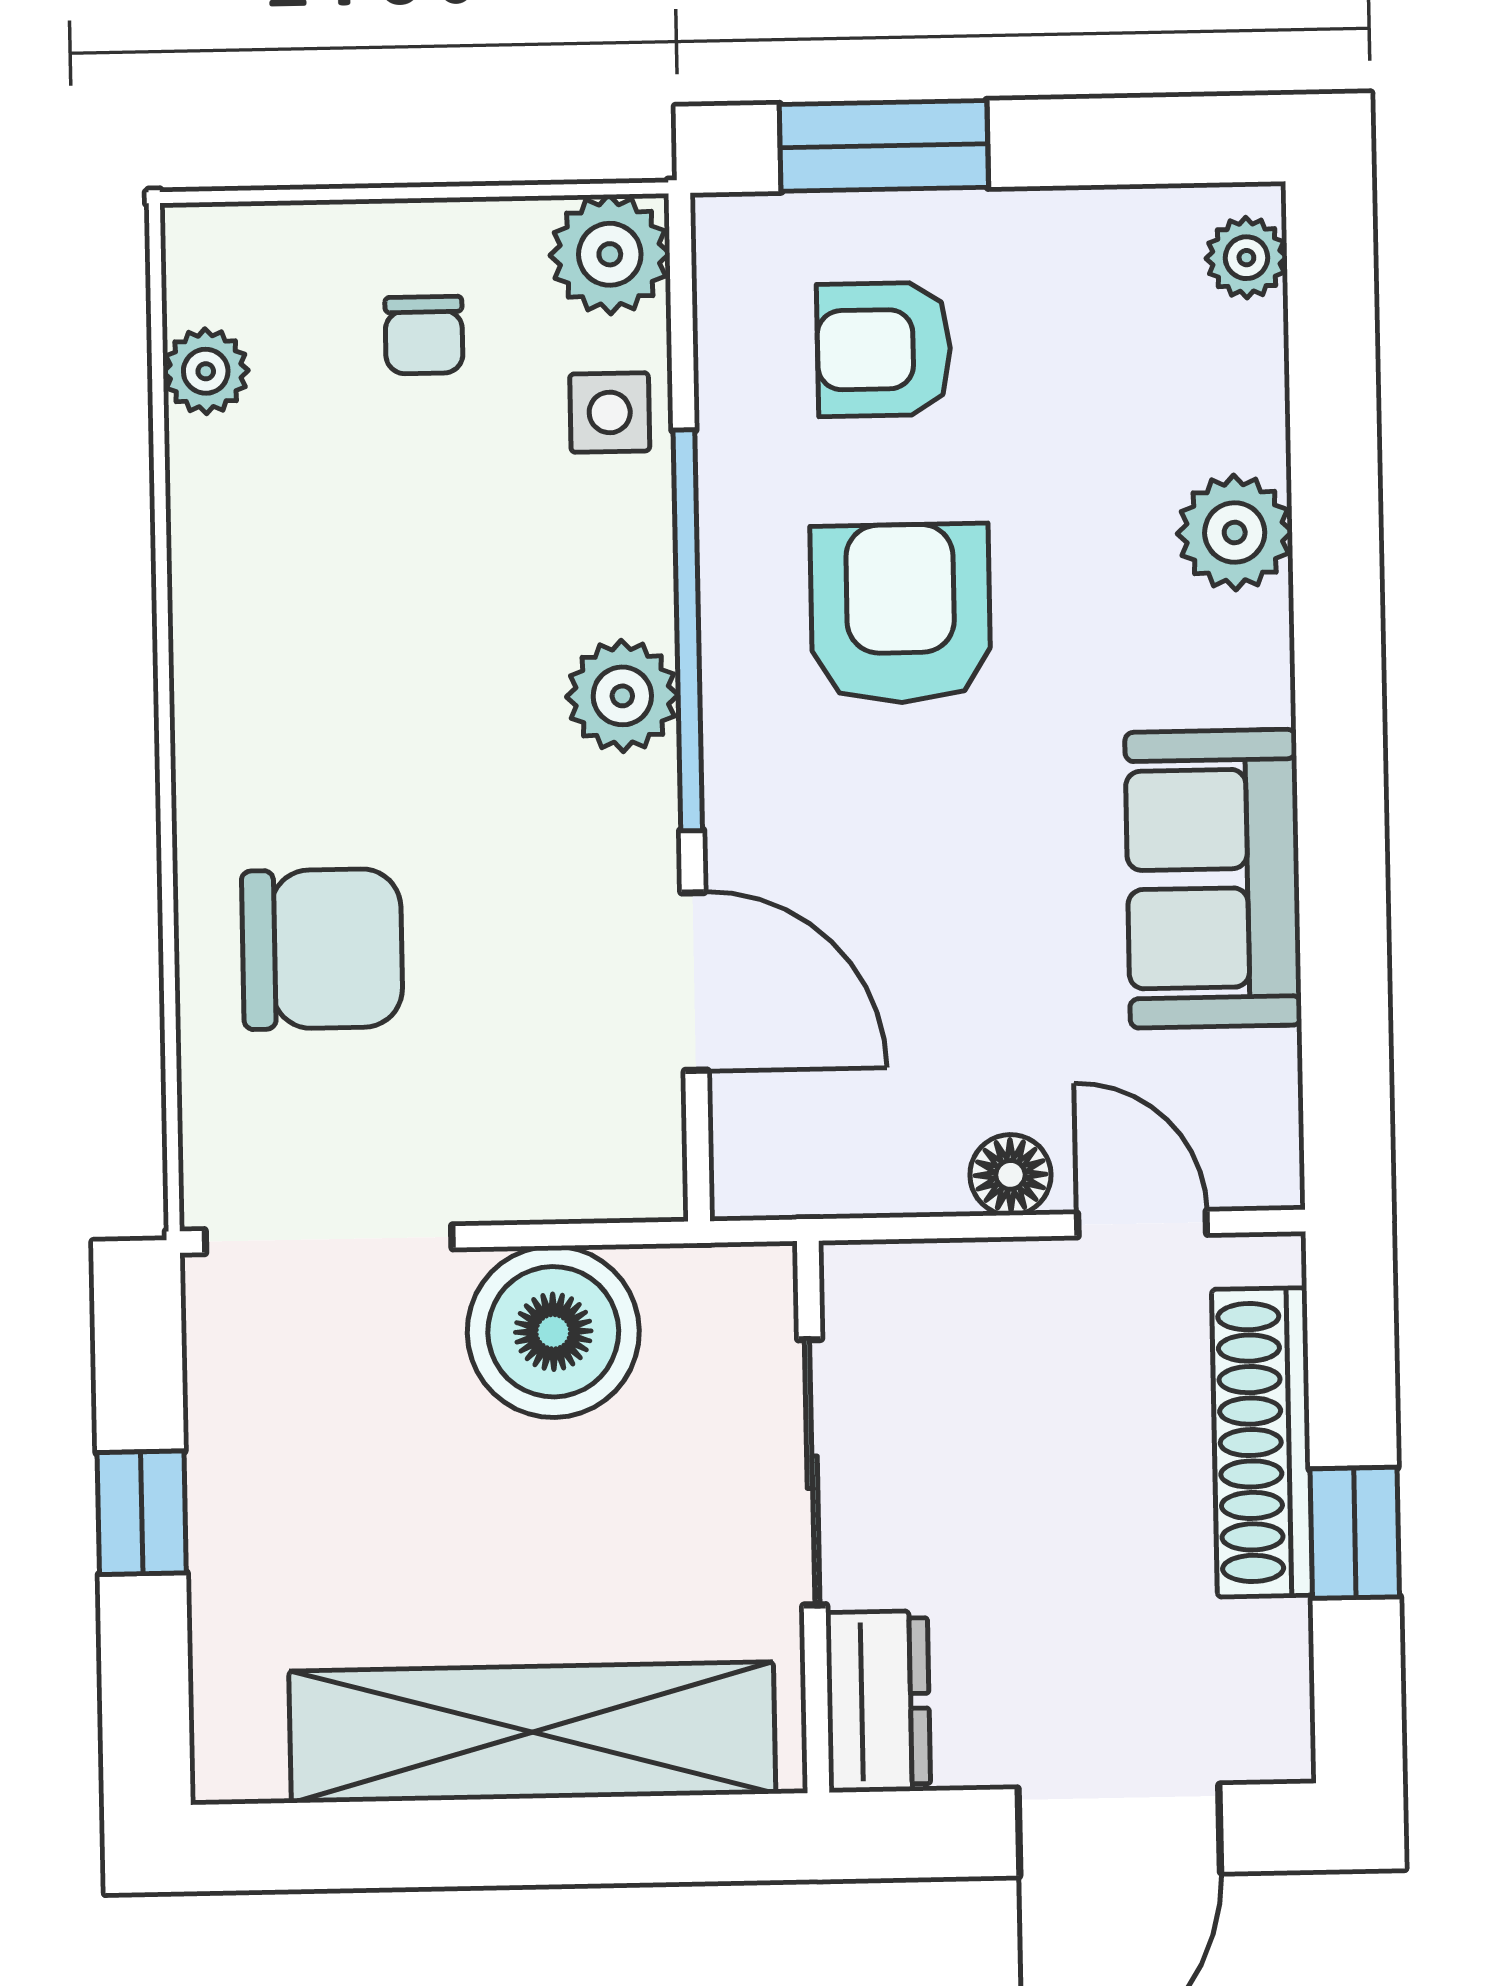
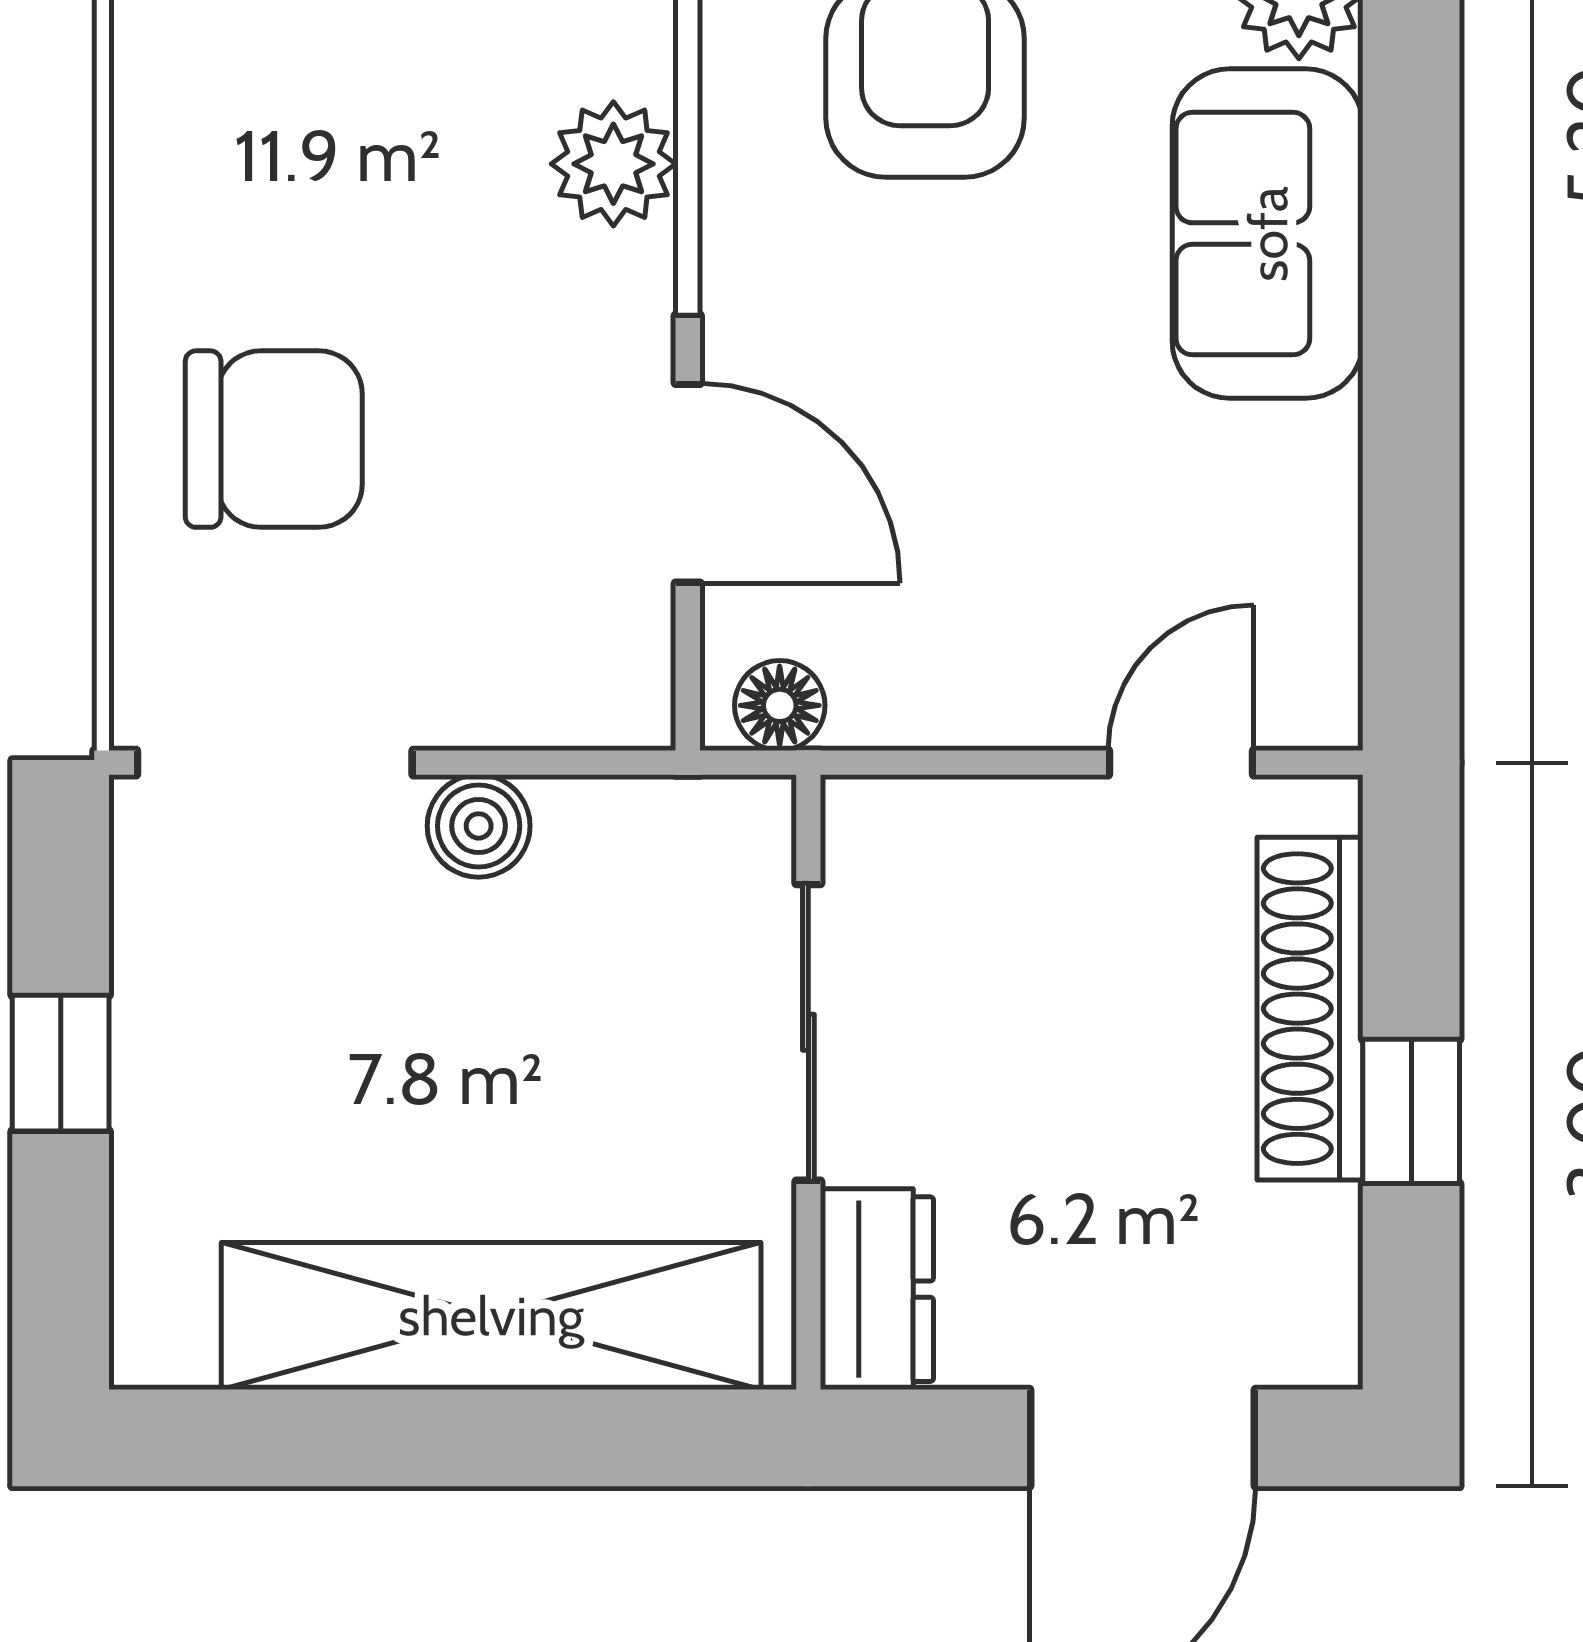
sofa: (1213, 879) -> (1268, 234), moved
floor lamp: (1010, 1175) -> (780, 705), moved
door: (1142, 1224) -> (1181, 763), hinge flipped
boiler: (553, 1332) -> (479, 826), width x0.54, depth x0.54

